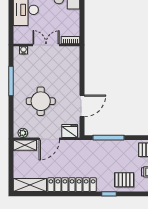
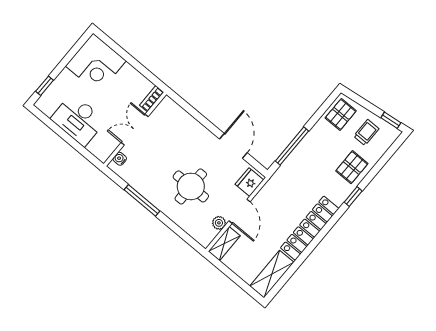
plant: (23, 133) -> (219, 223), moved

